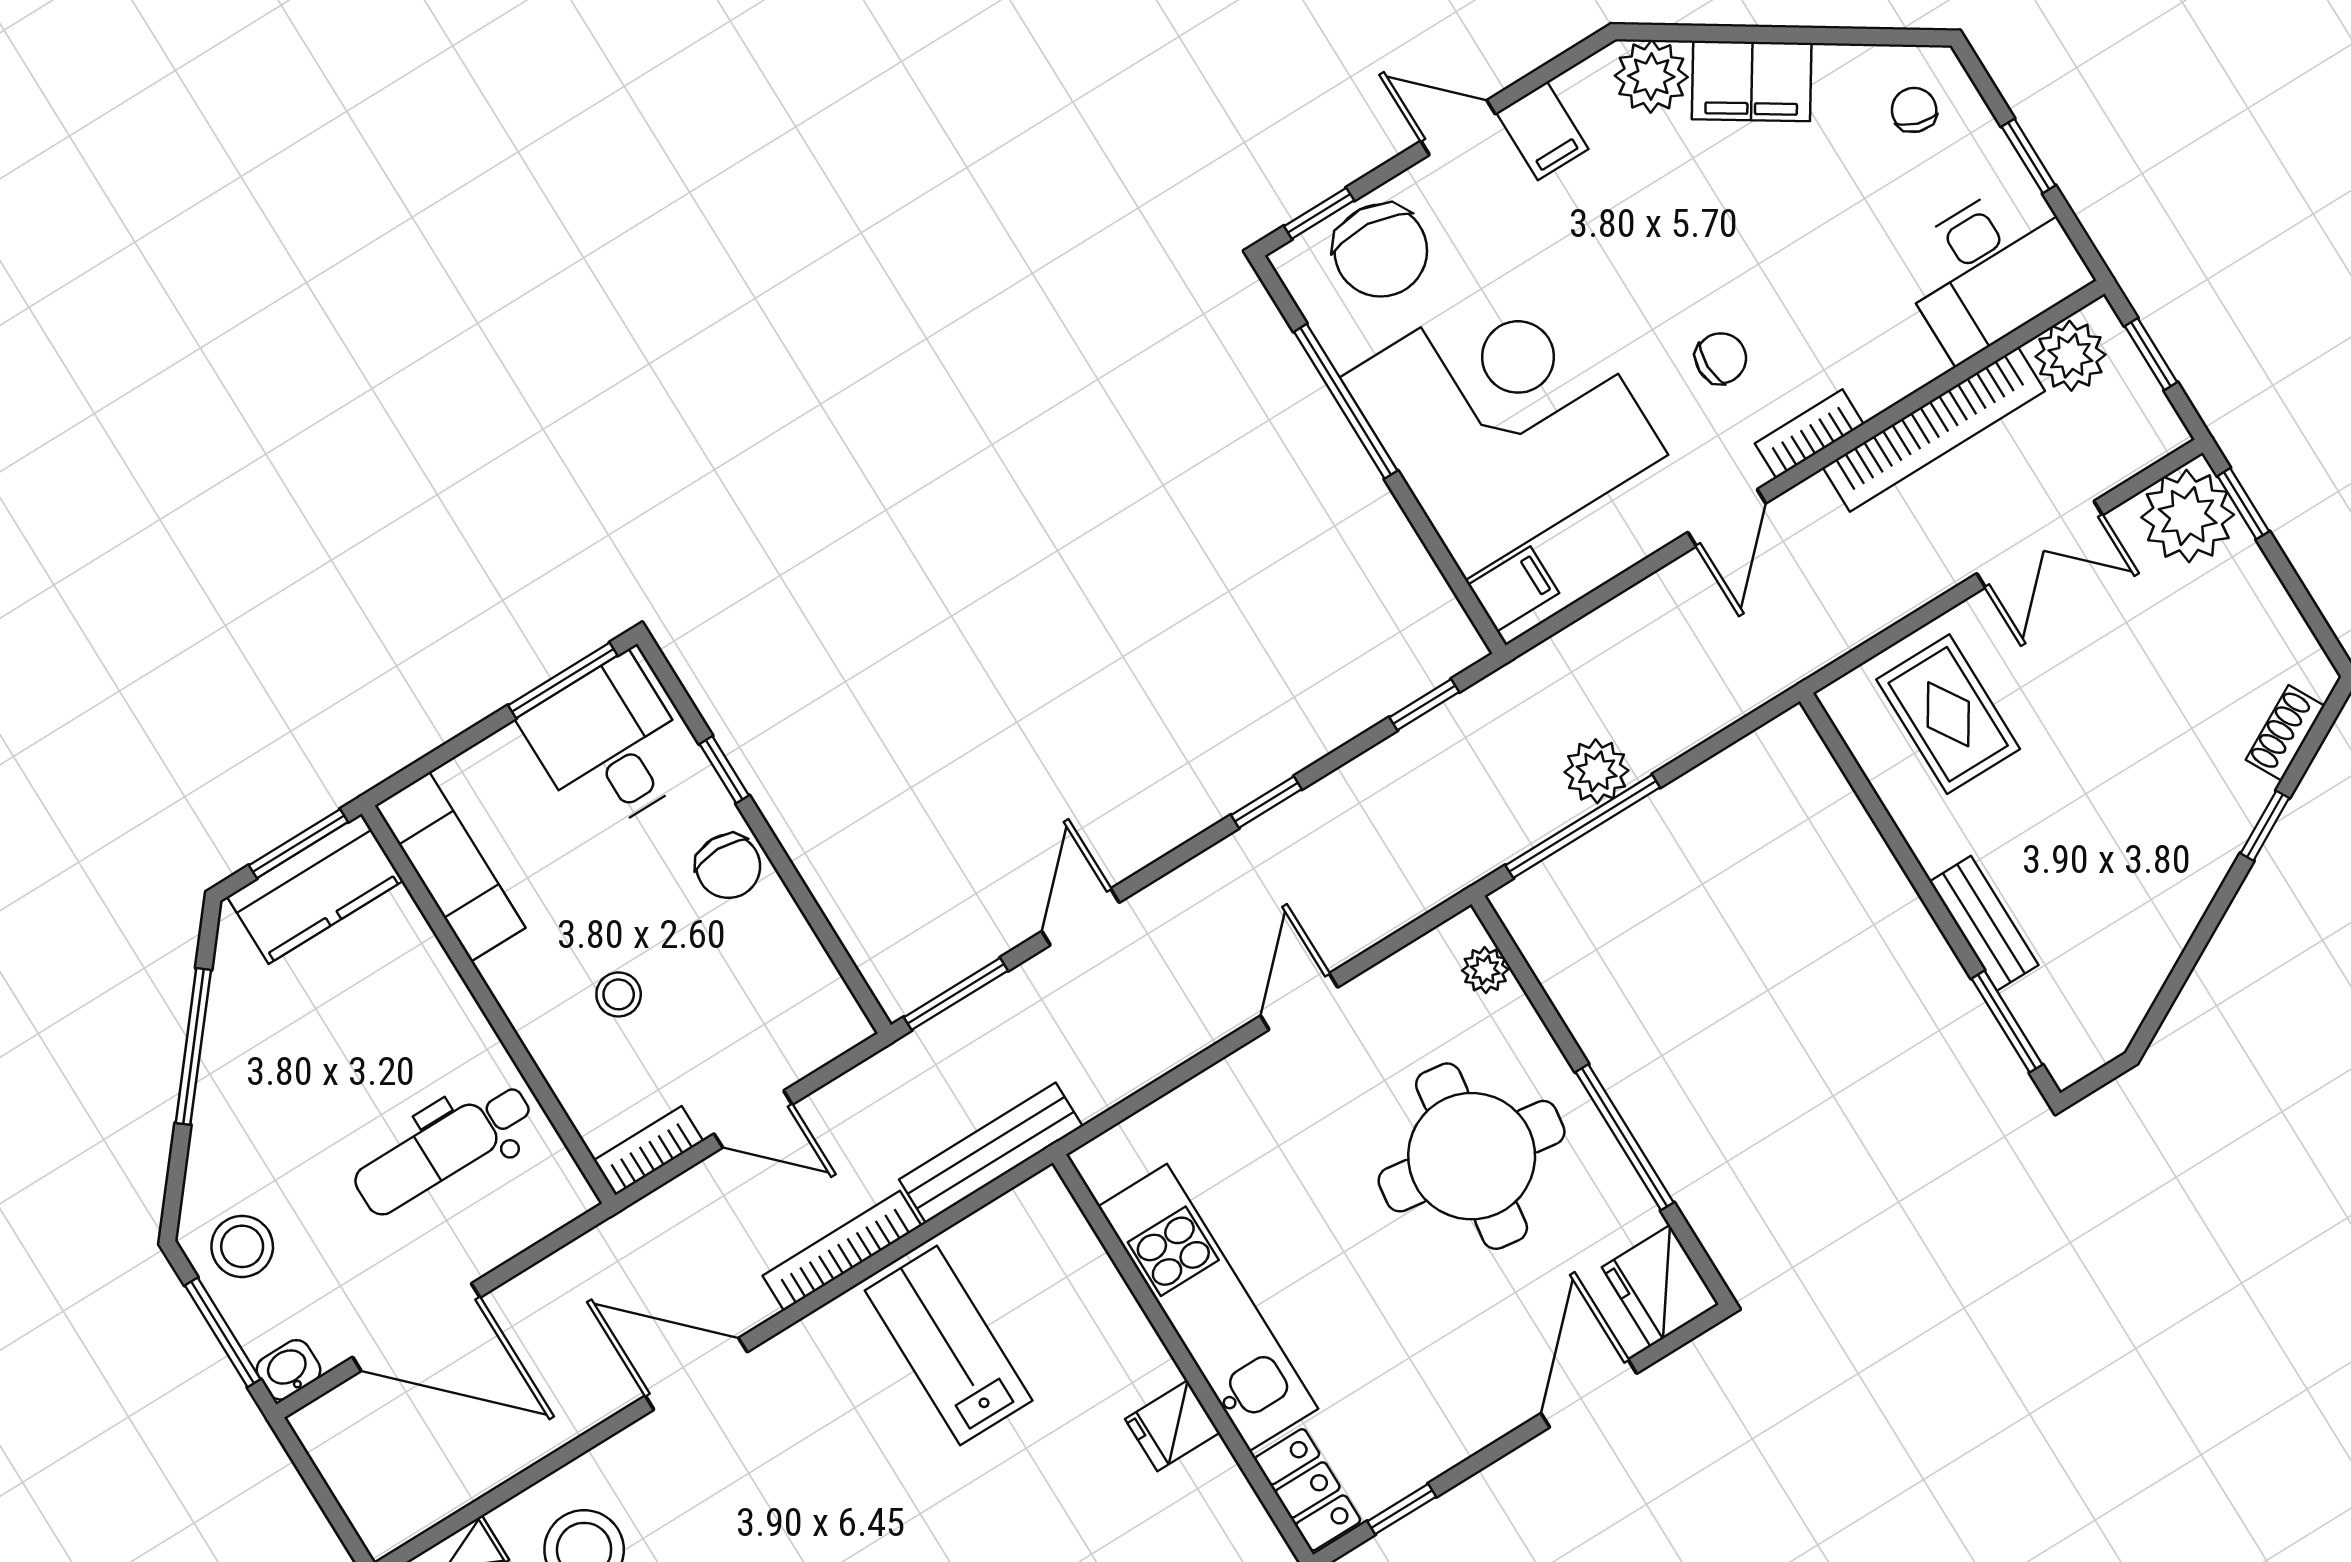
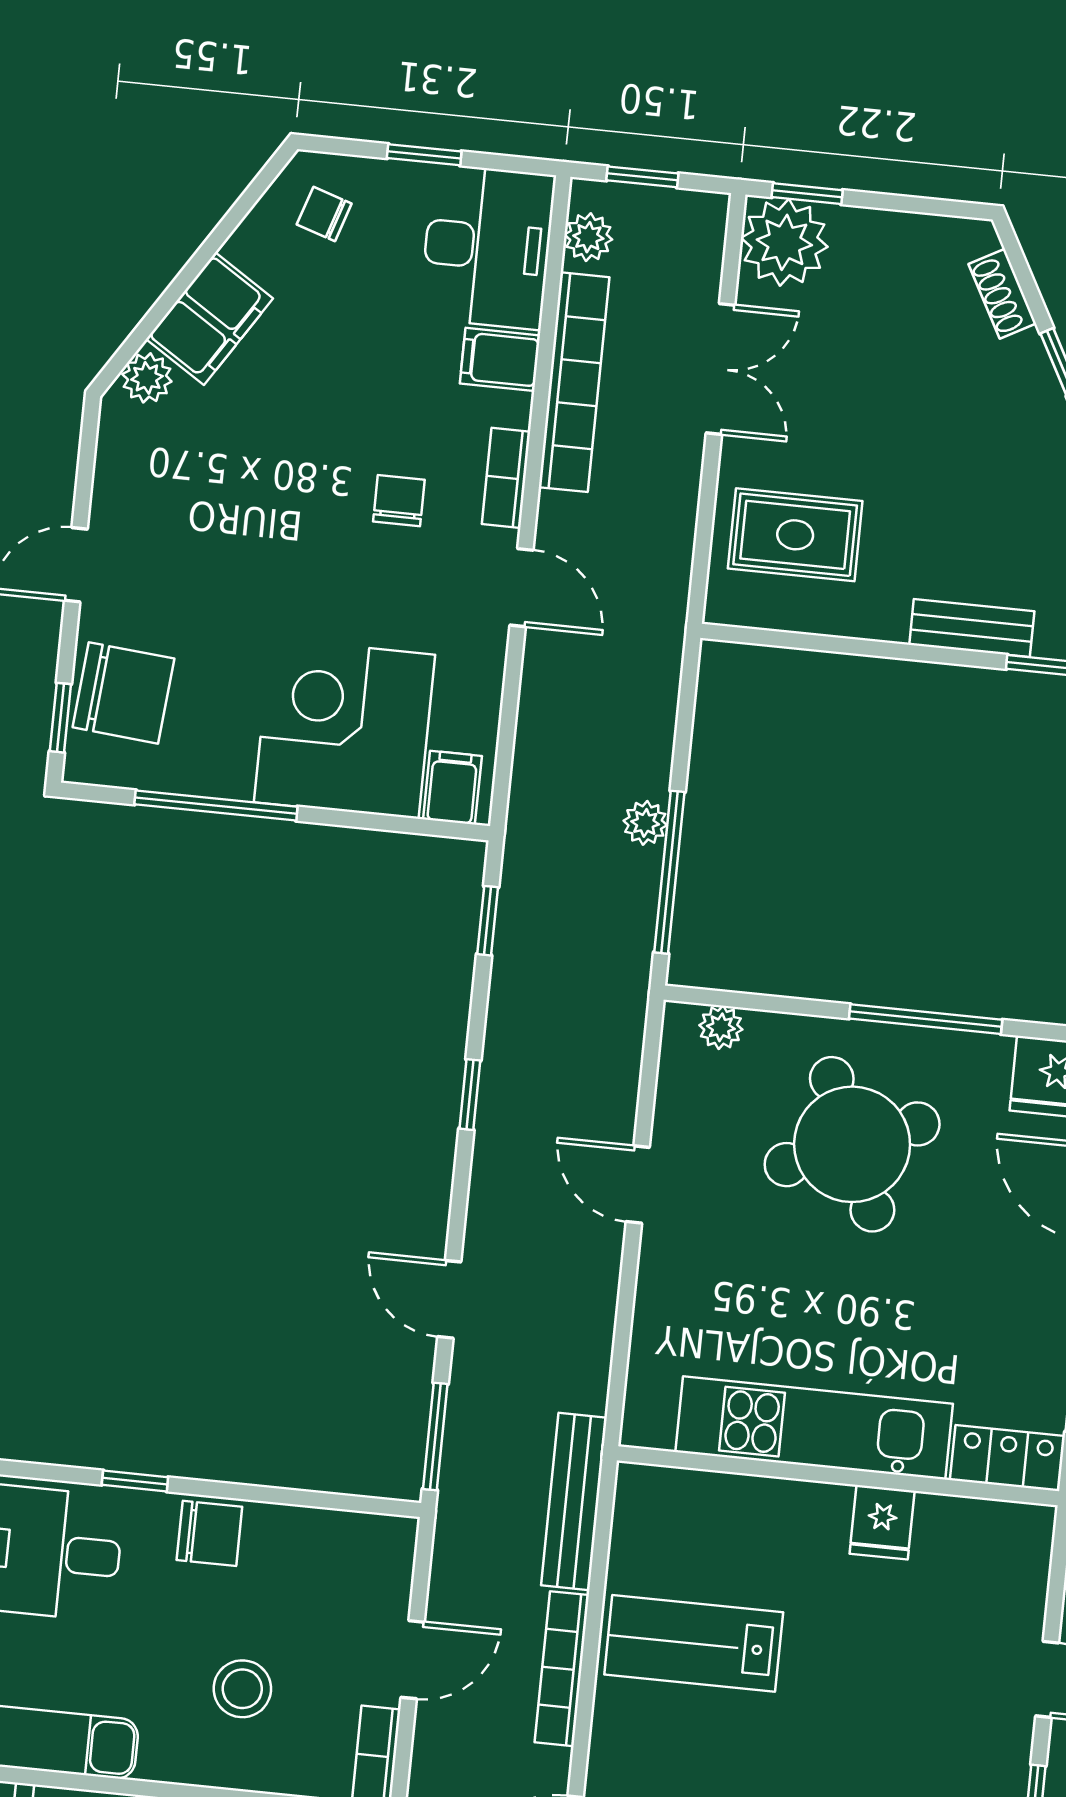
plant: (1651, 76) -> (147, 378), width x0.73, depth x0.73
filing cabinet: (1542, 131) -> (500, 359), moved, turned 180
plant: (2070, 356) -> (588, 237), width x0.73, depth x0.73
corner desk: (1504, 416) -> (344, 728), width x0.74, depth x0.74
plant: (1597, 771) -> (645, 823), width x0.73, depth x0.73
stool: (619, 994) -> (242, 1689), width x1.37, depth x1.37
round table: (1472, 1156) -> (852, 1144), turned -31

